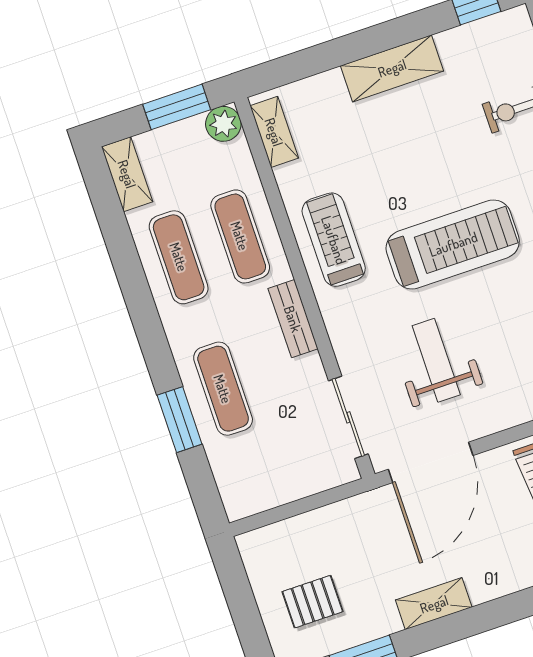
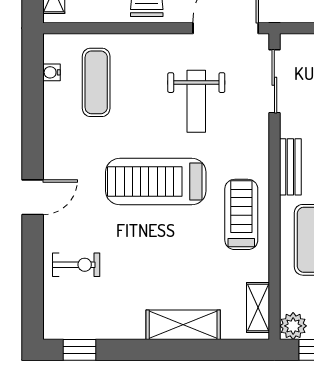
shelving: (392, 68) -> (183, 325), moved
treadmill: (334, 240) -> (241, 214), turned 180

